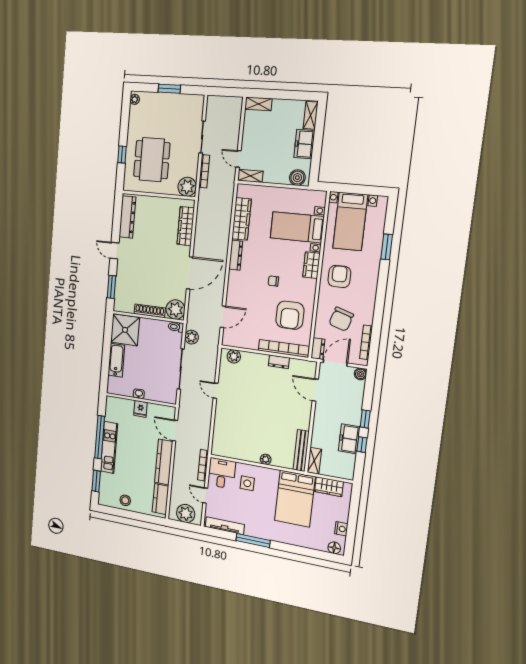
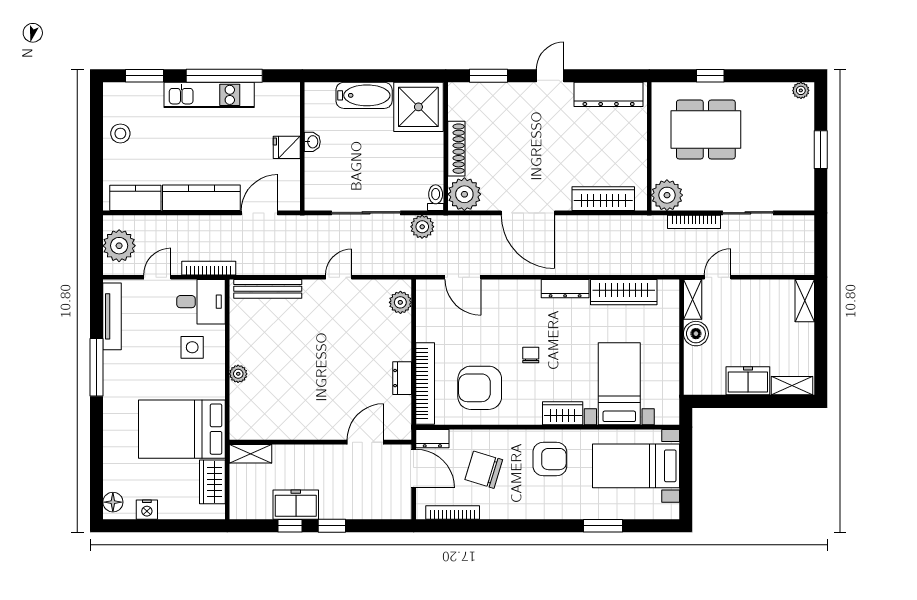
boiler: (297, 178) -> (696, 334), moved
boiler: (360, 374) -> (402, 510), removed
bench: (301, 451) -> (268, 289), moved

